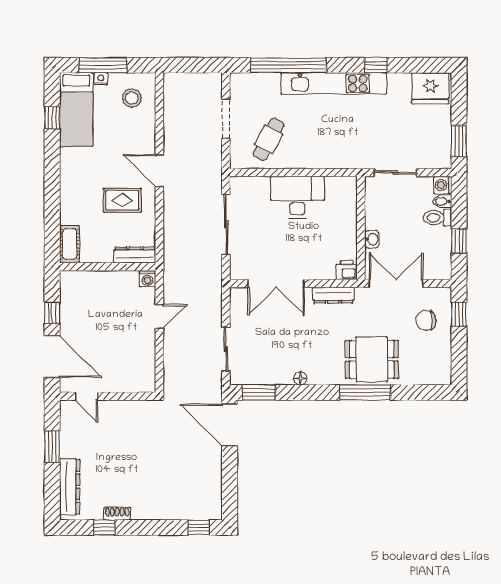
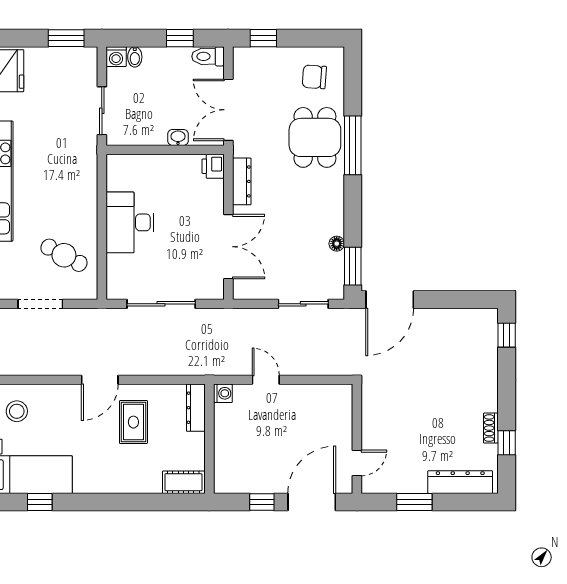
toilet: (437, 218) -> (208, 56), moved, turned 90
chair: (426, 320) -> (314, 77), moved, turned 94
floor lamp: (300, 378) -> (337, 244), moved

